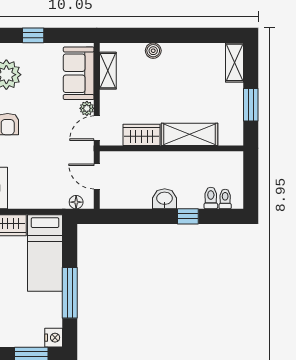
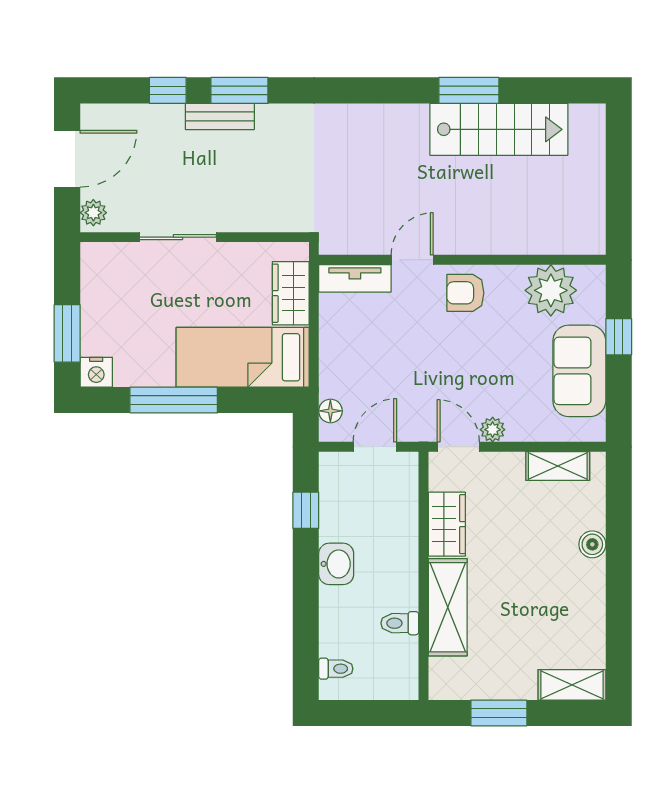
sofa: (79, 73) -> (579, 371), moved, turned -90
toilet: (211, 198) -> (400, 623), moved, turned 180
window: (188, 216) -> (306, 510), moved

